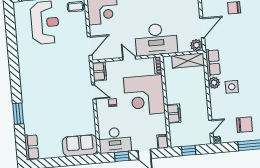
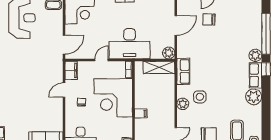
door: (202, 28) -> (176, 25), moved
door: (129, 58) -> (102, 60), hinge flipped
plant: (214, 83) -> (183, 104), moved
door: (94, 92) -> (64, 90), swing flipped
filing cabinet: (174, 114) -> (141, 113), width x0.50

